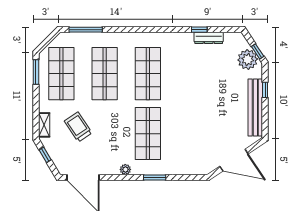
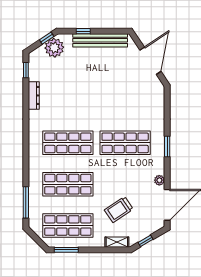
window: (199, 30) -> (26, 70), moved
dresser: (209, 38) -> (34, 95), moved
plant: (125, 169) -> (159, 180), moved
window: (155, 178) -> (167, 147), moved

